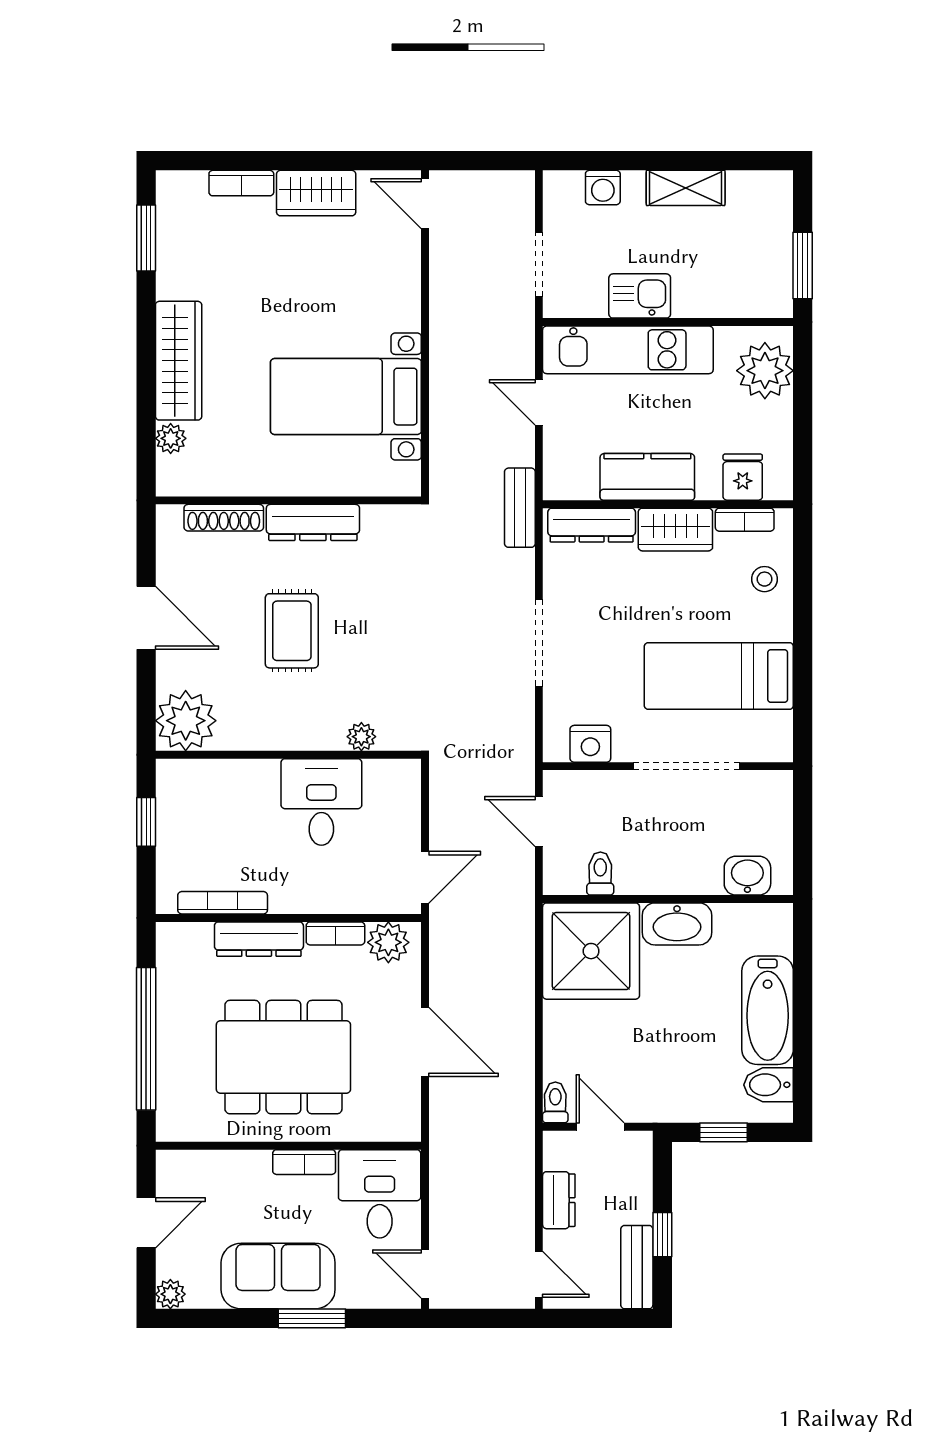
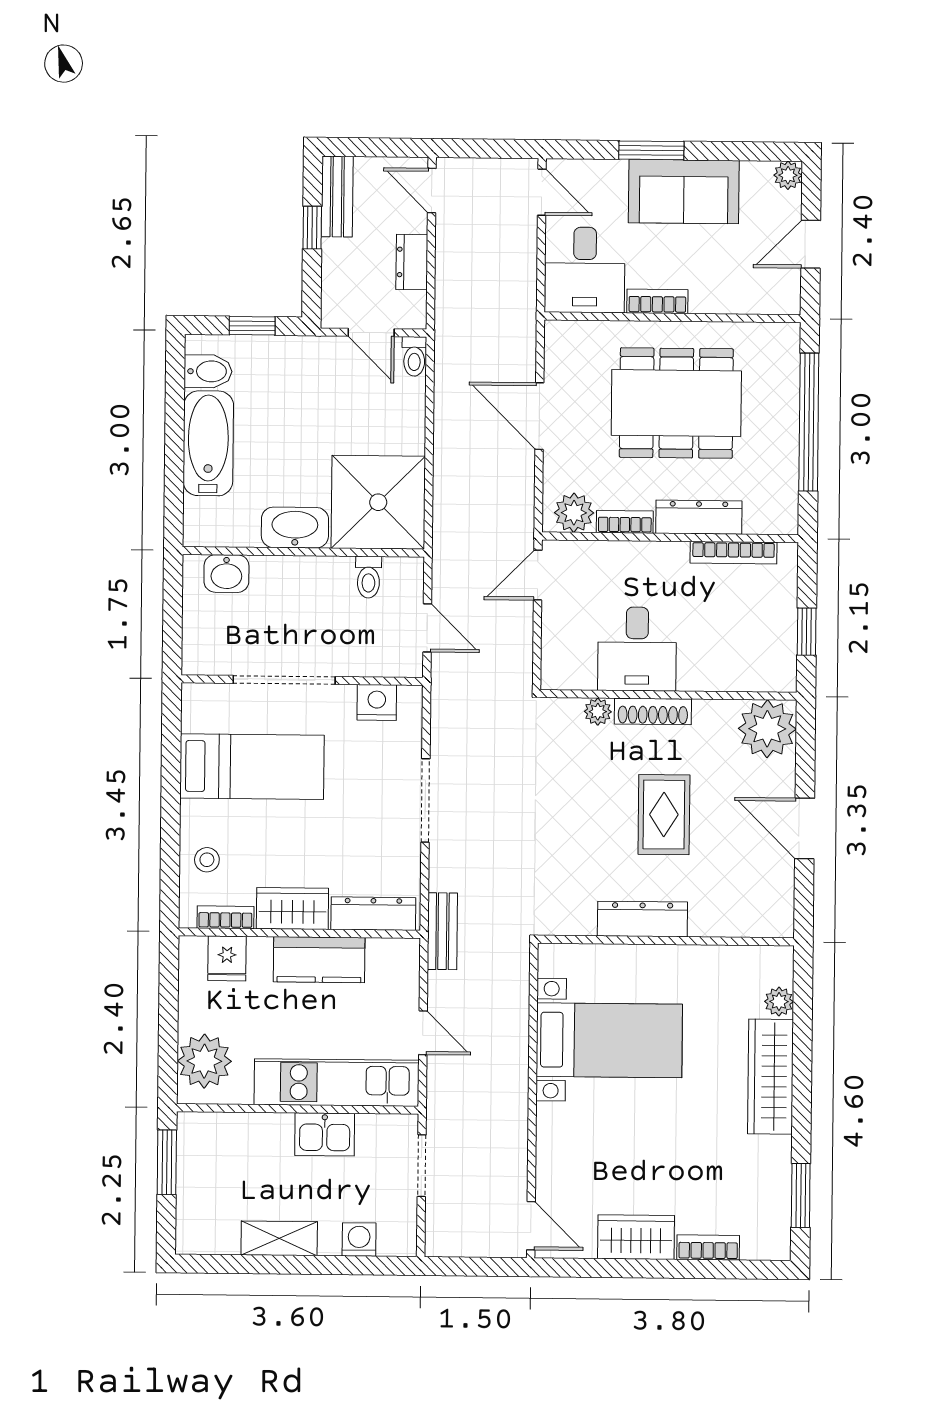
shoe rack: (224, 518) -> (653, 711), moved, turned 180

